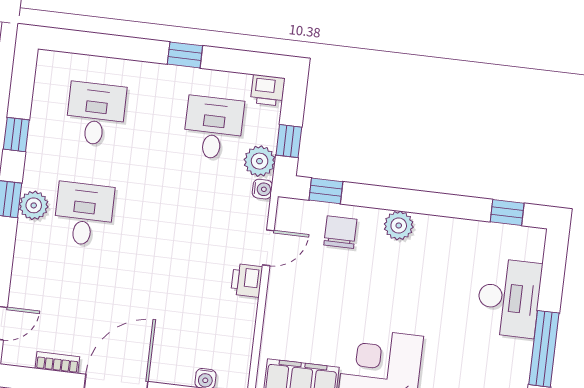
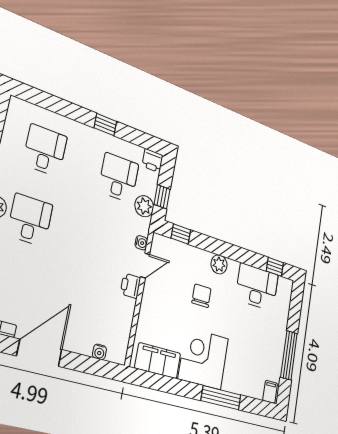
water cooler: (262, 189) -> (141, 243), moved
chair: (340, 232) -> (201, 296), moved
desk: (509, 298) -> (257, 287), moved, turned -90

